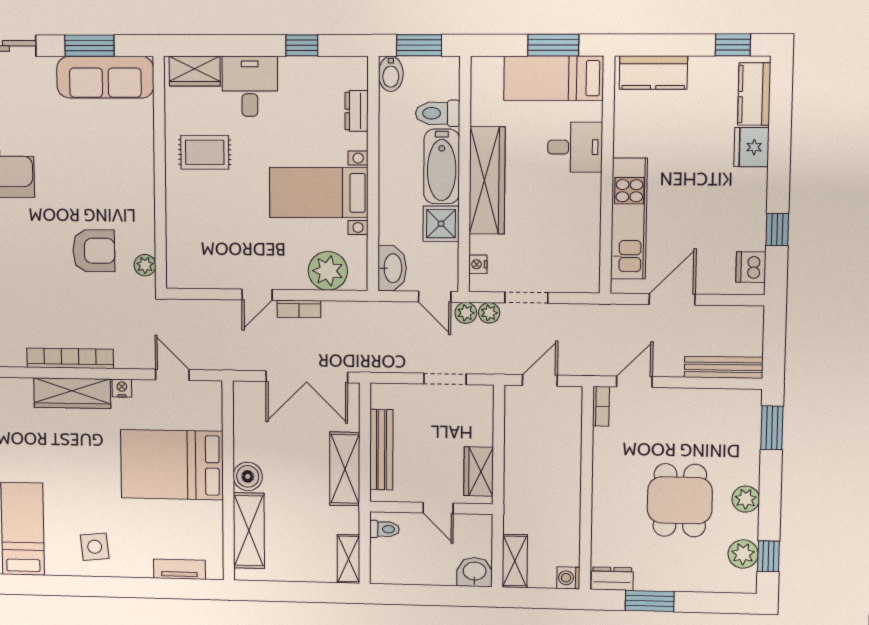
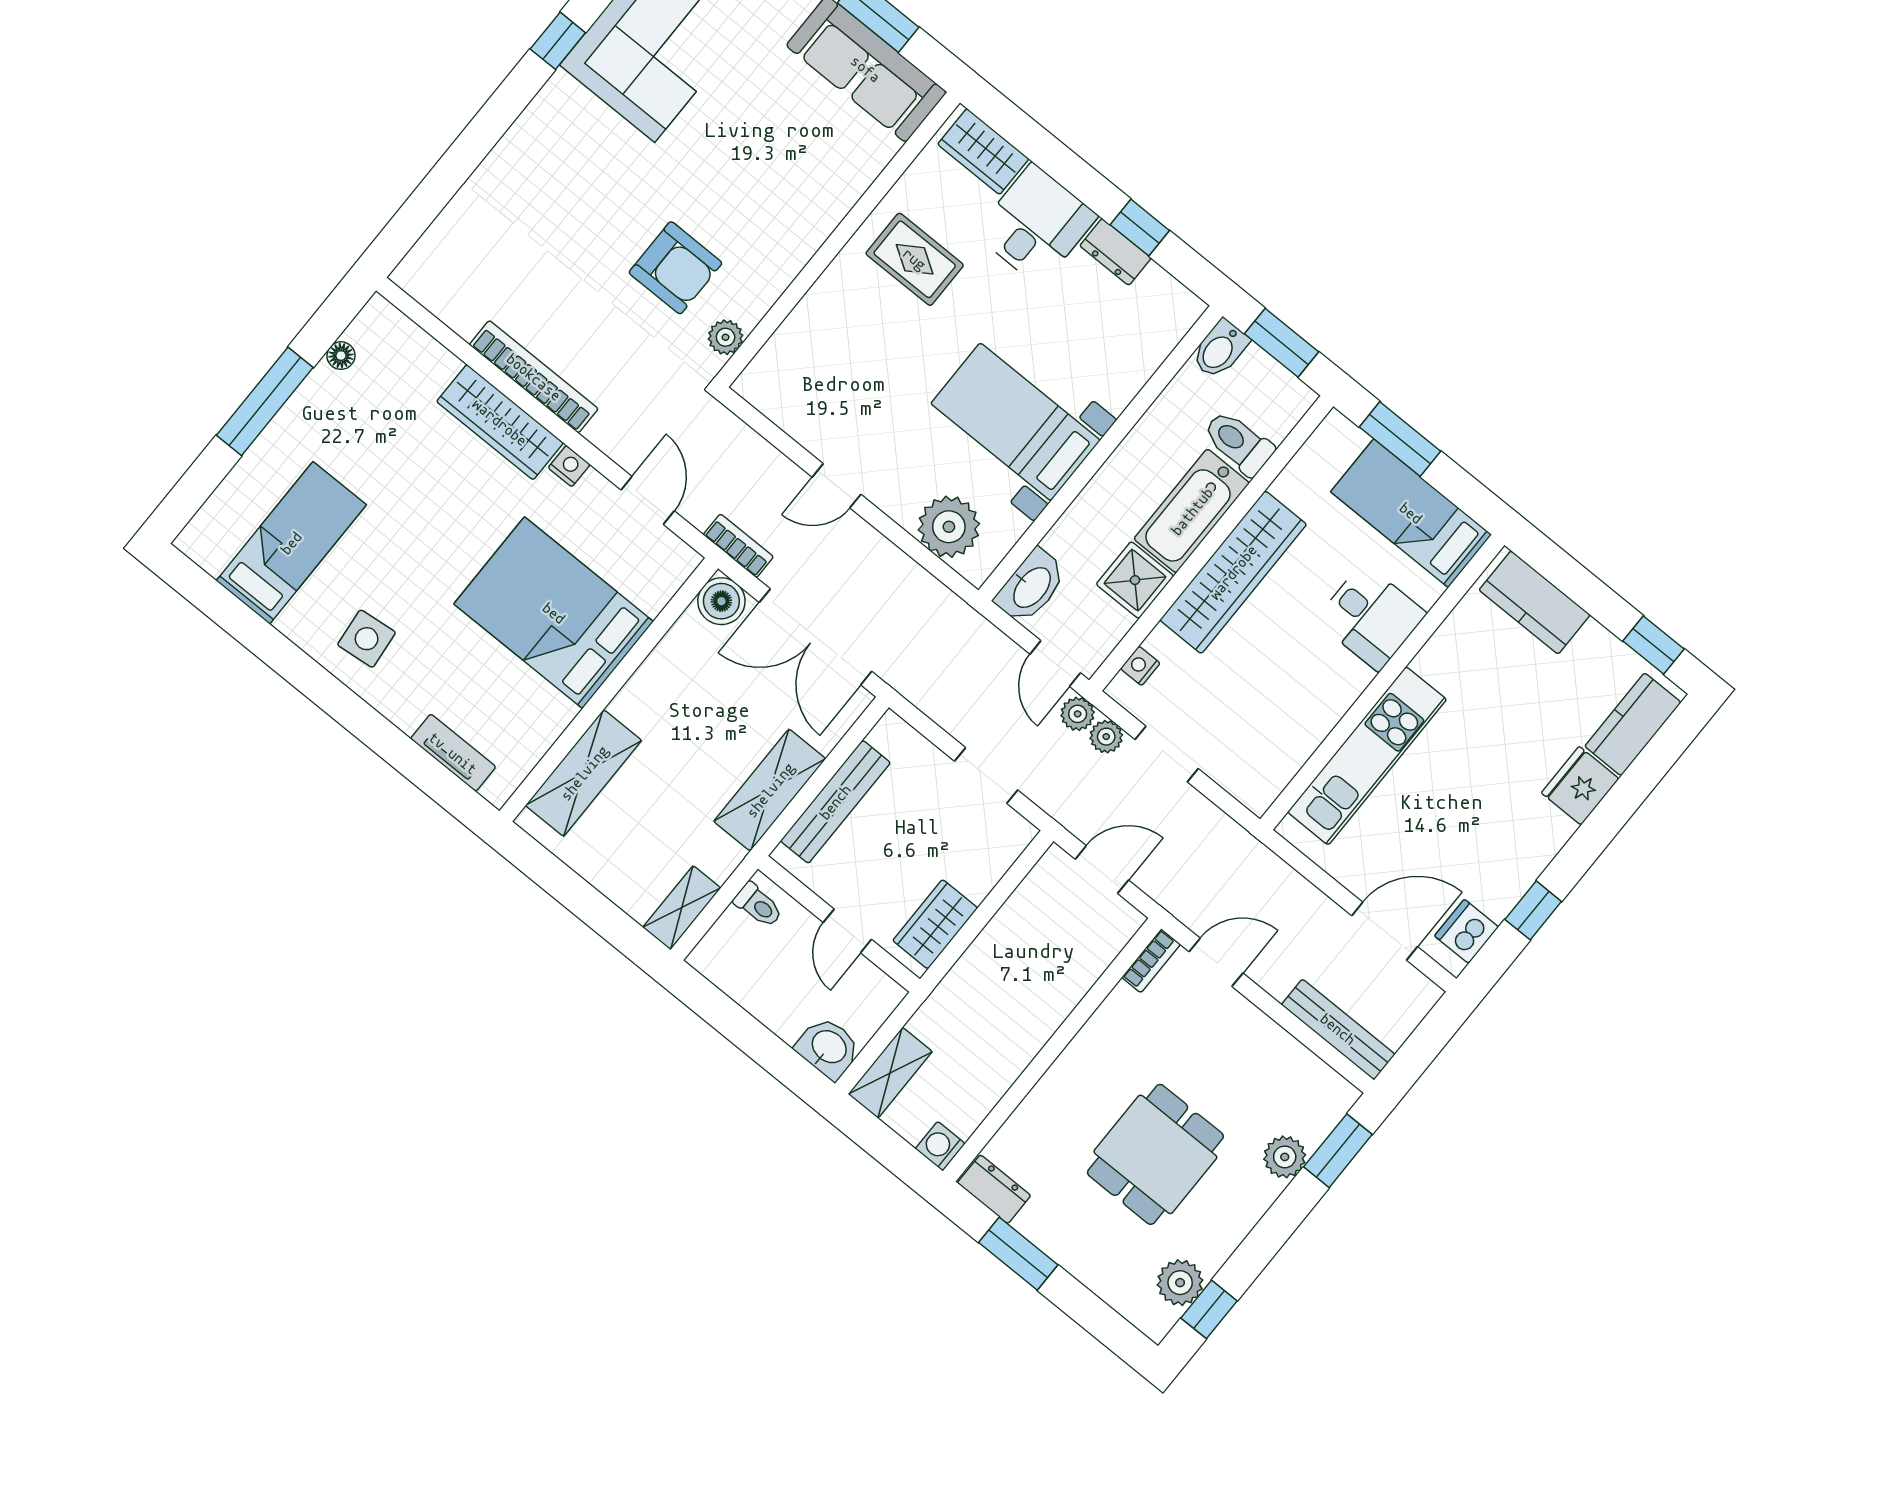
window: (553, 45) -> (1400, 439), moved
dresser: (357, 111) -> (1115, 252), moved, turned -90
door: (672, 299) -> (1385, 931), moved
bookcase: (299, 309) -> (738, 546), moved, turned 180
boiler: (248, 476) -> (721, 601), moved
plant: (746, 499) -> (1285, 1157), moved

